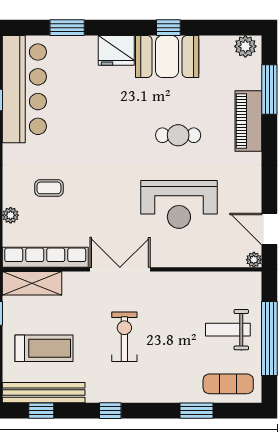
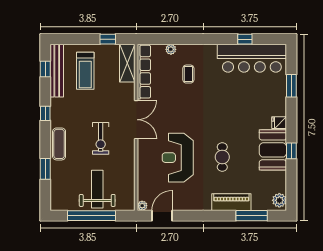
fridge: (116, 50) -> (279, 123), width x0.53, depth x0.75
weight bench: (228, 330) -> (97, 189), width x1.36, depth x1.33
exercise bike: (124, 337) -> (101, 138), moved, turned 90
exercise mat: (228, 384) -> (59, 144), moved

